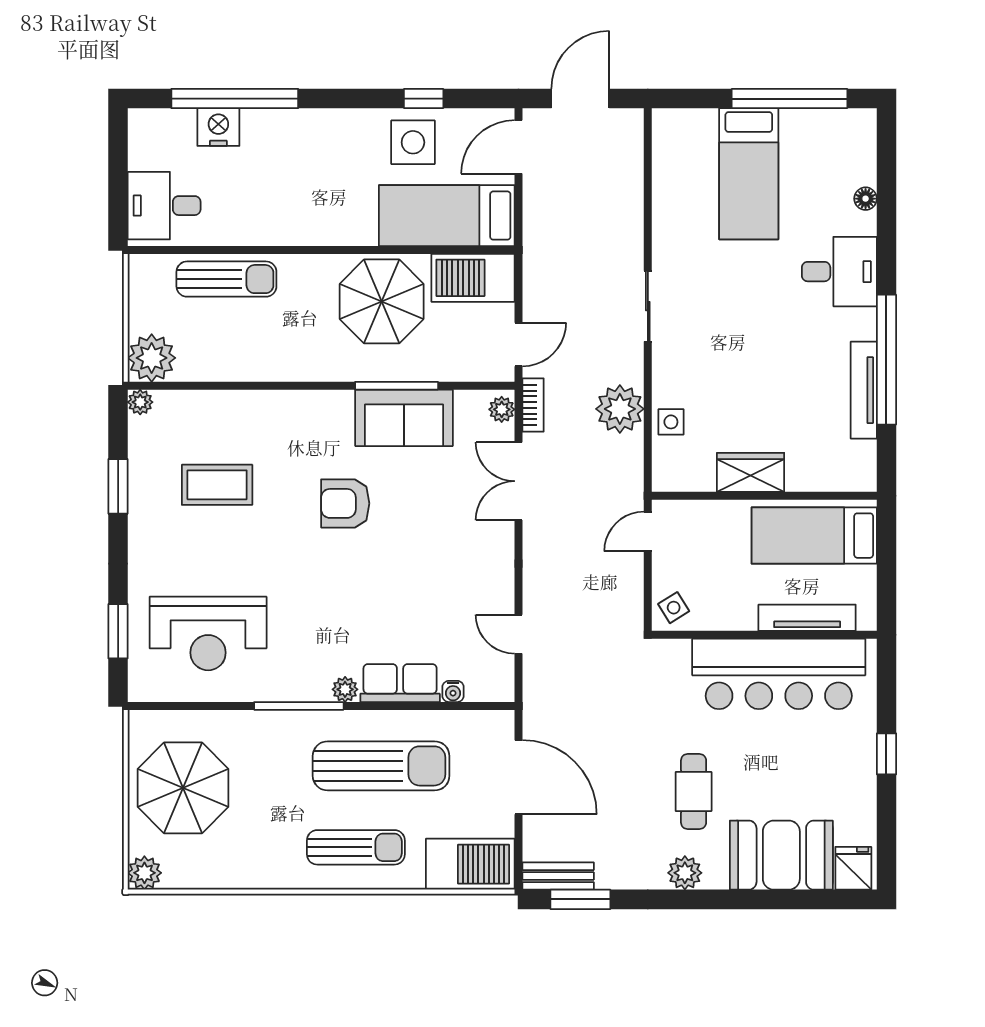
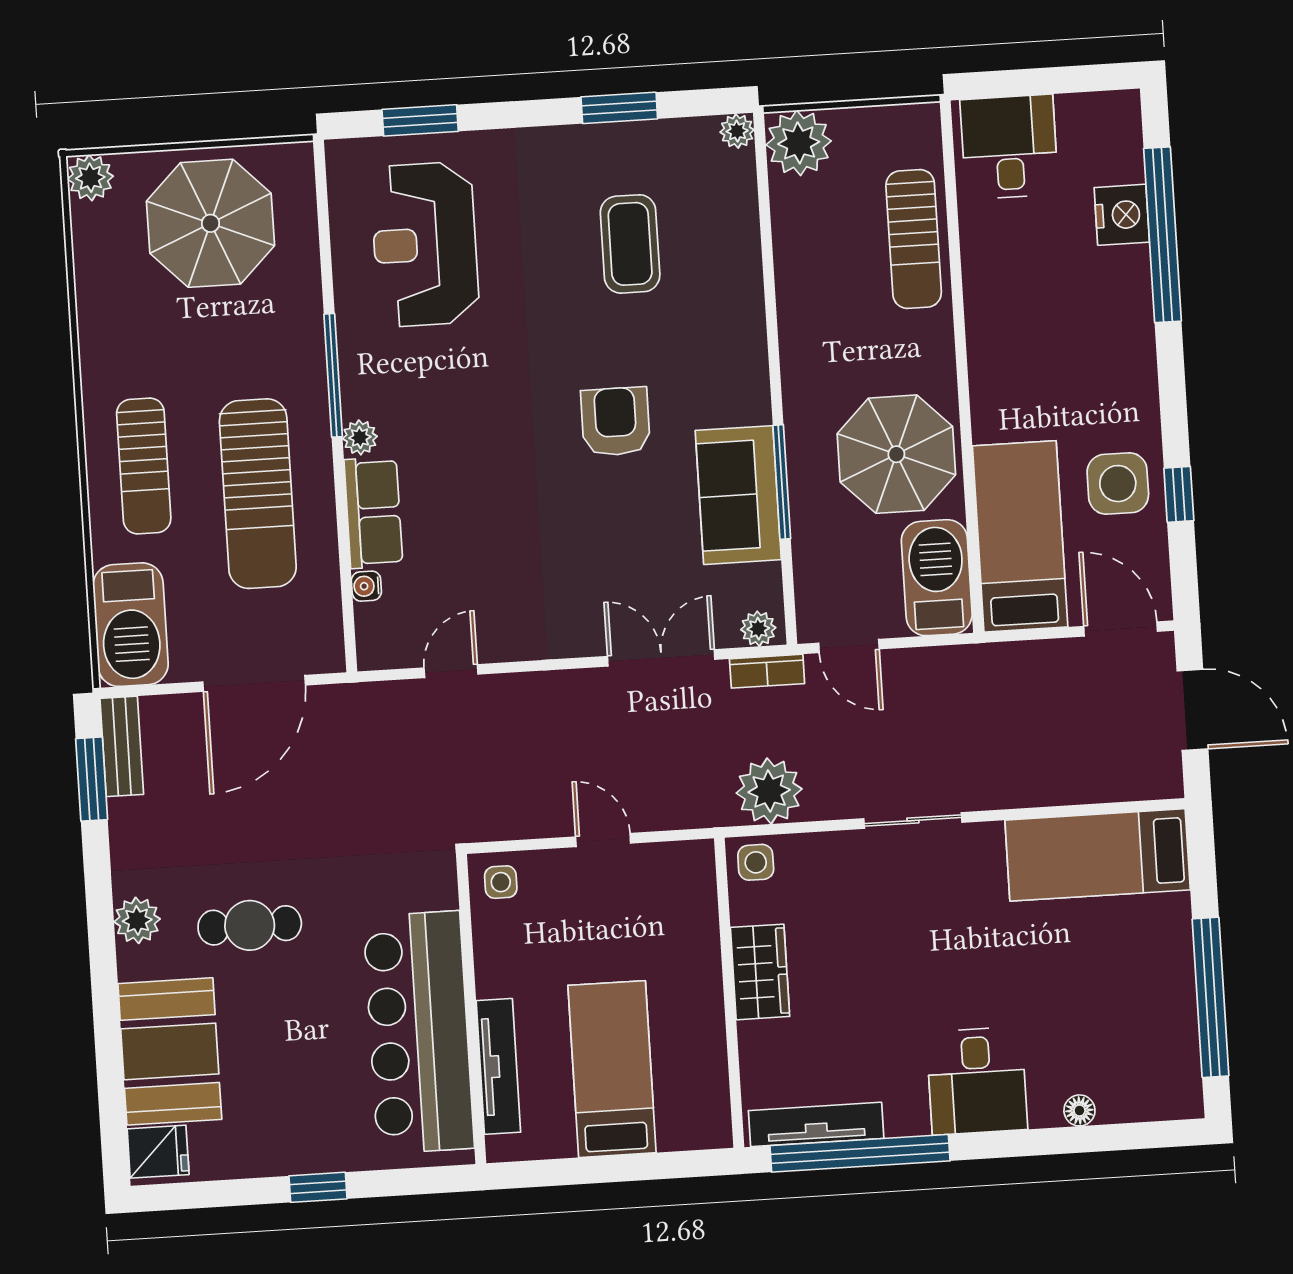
bed: (749, 174) -> (1098, 855), moved
wardrobe: (751, 472) -> (760, 972), moved
wall: (764, 496) -> (729, 993), moved
side table: (674, 608) -> (501, 882), turned 32

